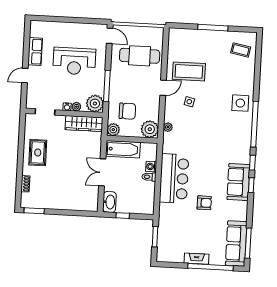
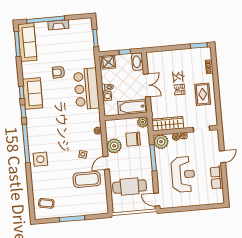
reception desk: (74, 61) -> (183, 174), turned 90
plant: (150, 129) -> (114, 146), moved
shower: (144, 206) -> (108, 62), added

